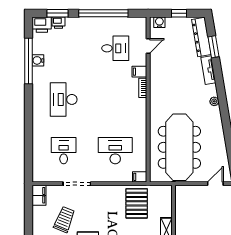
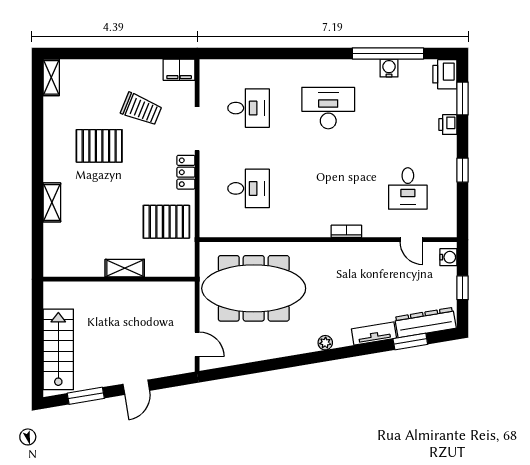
window: (103, 13) -> (463, 170), width x0.32
printer: (59, 23) -> (448, 125), moved
filing cabinet: (139, 72) -> (372, 226), removed
desk: (115, 151) -> (249, 188), width x0.73
filing cabinet: (140, 177) -> (208, 226), removed
locker: (105, 191) -> (186, 172), added

